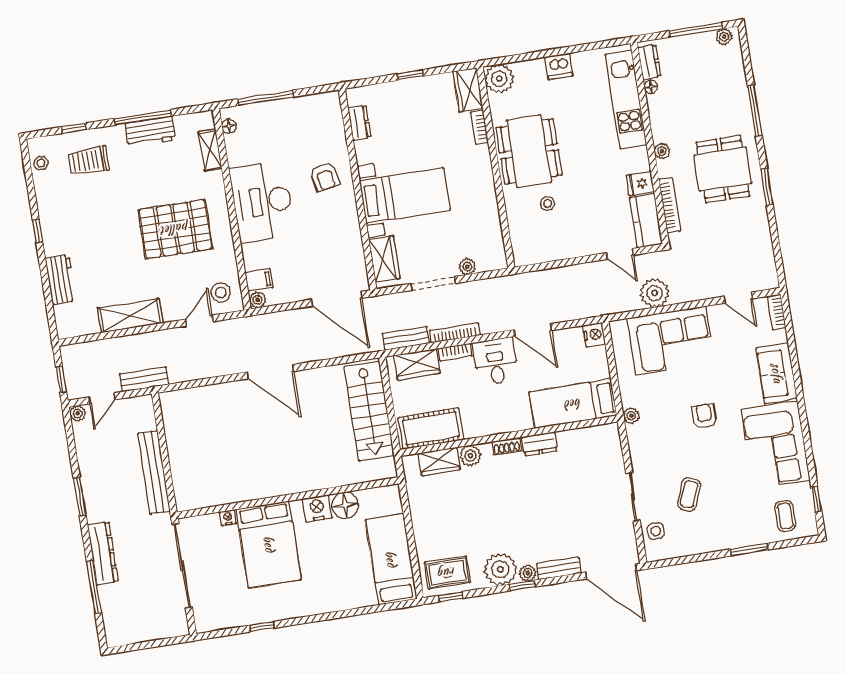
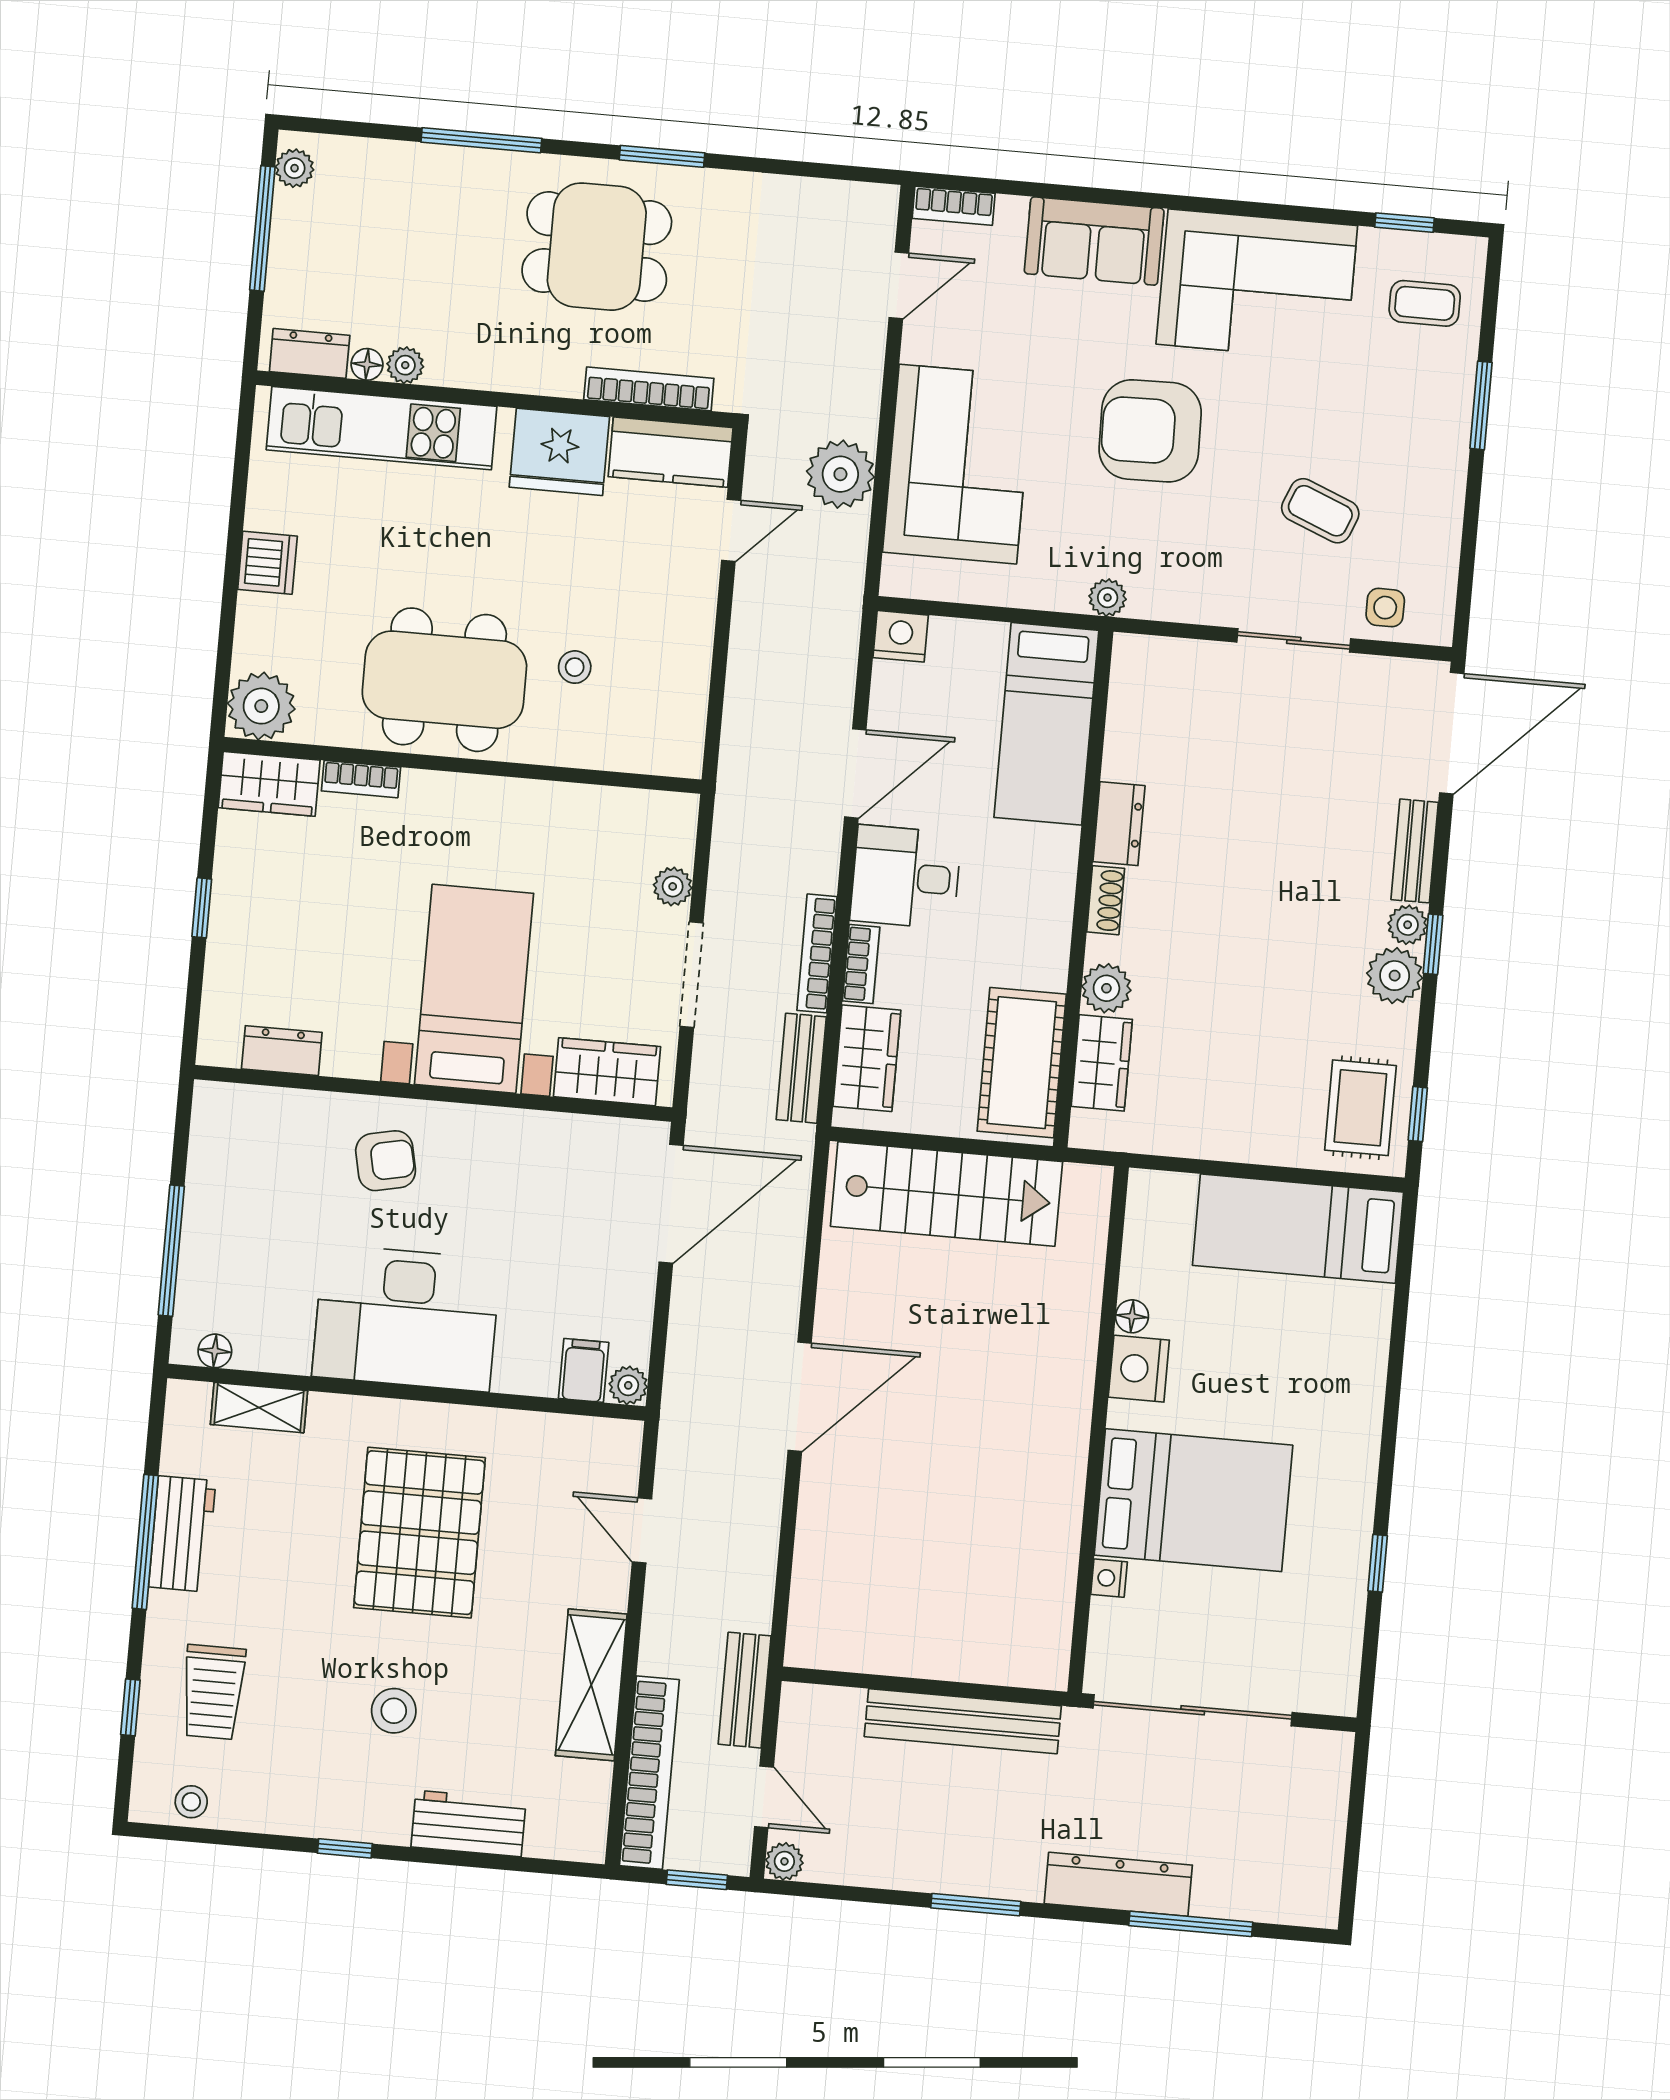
plant: (662, 151) -> (405, 365), moved
fridge: (640, 184) -> (559, 452), width x1.88, depth x1.34
stool: (221, 292) -> (394, 1711), moved
bookcase: (100, 349) -> (649, 1773), added
armchair: (704, 416) -> (1150, 431), width x1.88, depth x1.88
floor lamp: (345, 505) -> (1132, 1316), width x0.53, depth x0.53
plant: (500, 569) -> (1395, 976), width x0.73, depth x0.73

